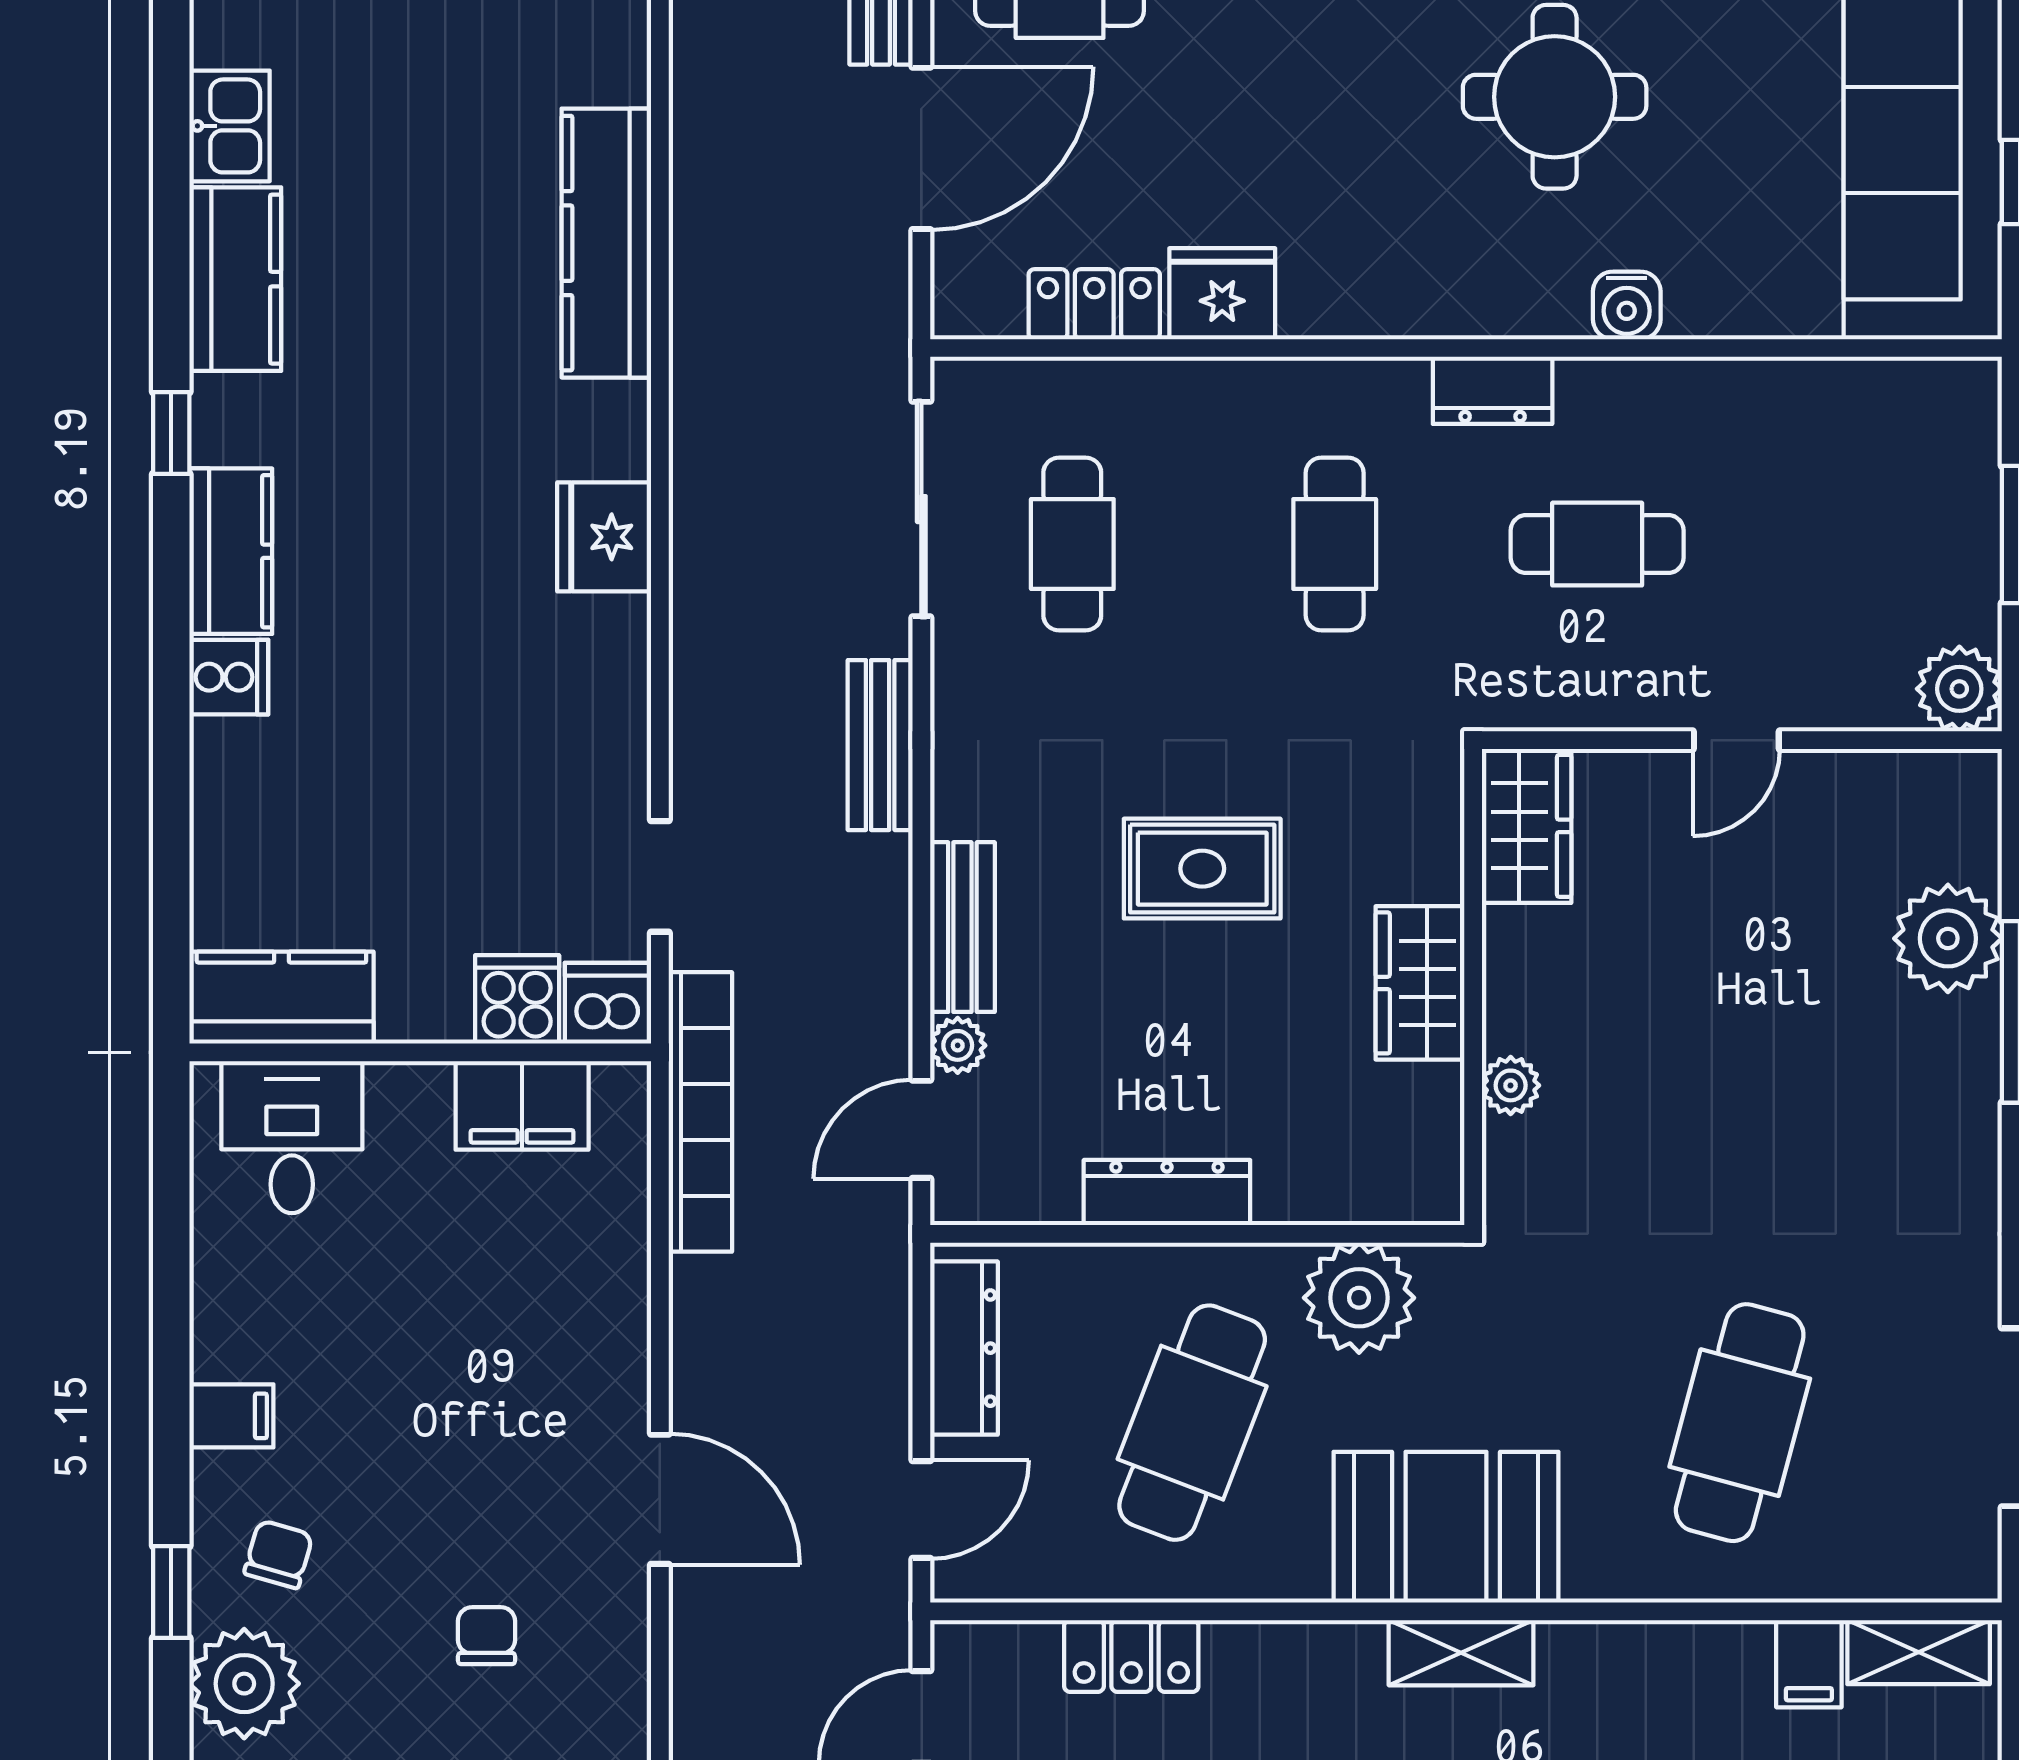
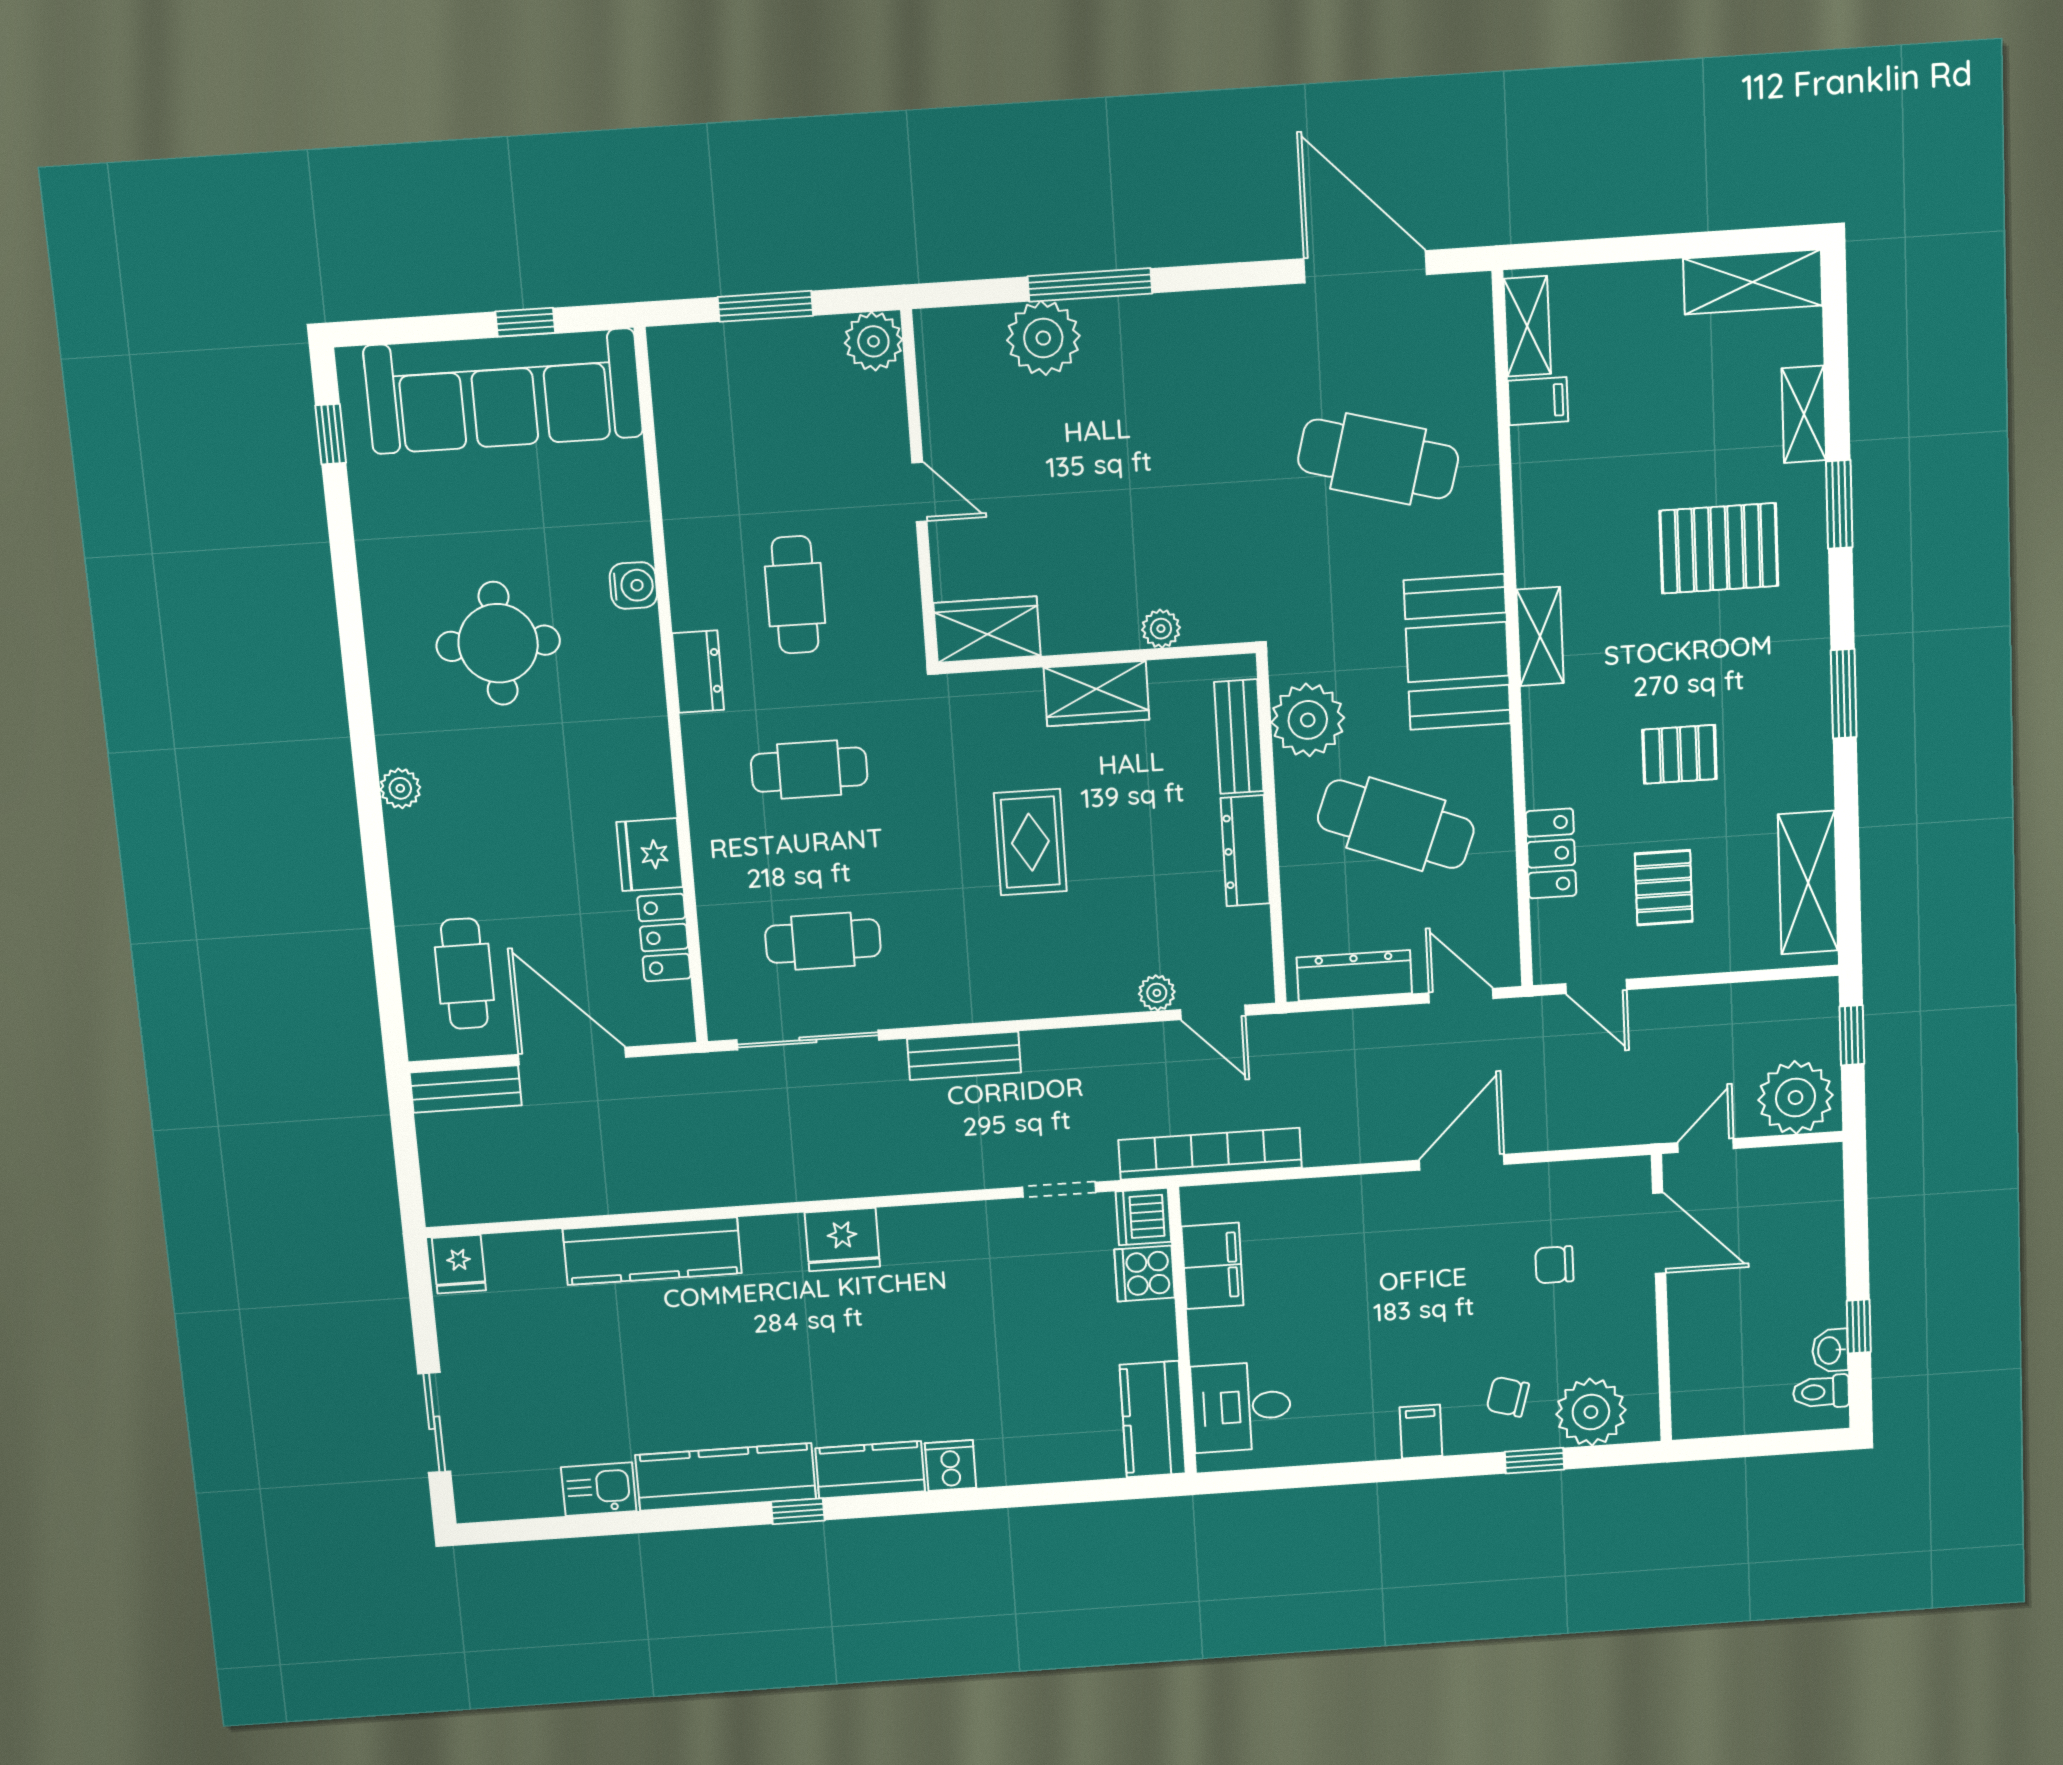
kitchen counter: (235, 279) -> (726, 1477), width x1.50
bench: (962, 927) -> (1239, 737), moved, turned 90

